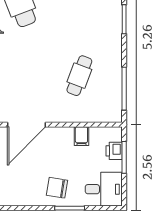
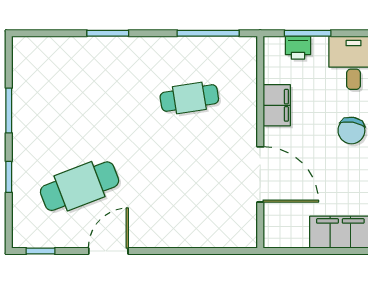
cafe table: (79, 76) -> (189, 98), turned -30
filing cabinet: (81, 136) -> (277, 105), width x2.00

